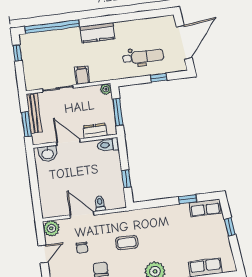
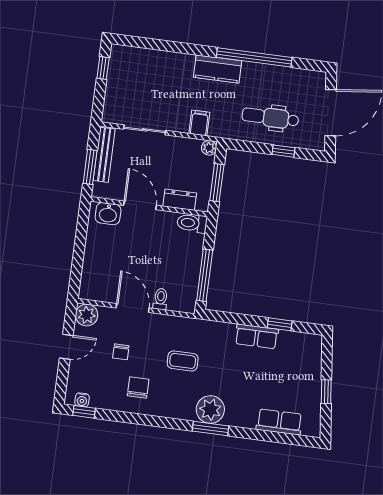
window: (52, 27) -> (254, 57), moved
dental chair: (143, 57) -> (270, 118), turned 180
filing cabinet: (82, 75) -> (199, 123), moved
window: (126, 179) -> (205, 275), width x2.17
row of seats: (205, 208) -> (257, 336), moved
window: (230, 227) -> (326, 392), moved

